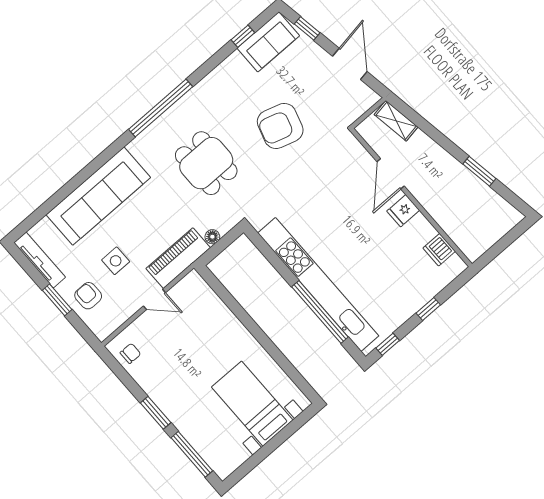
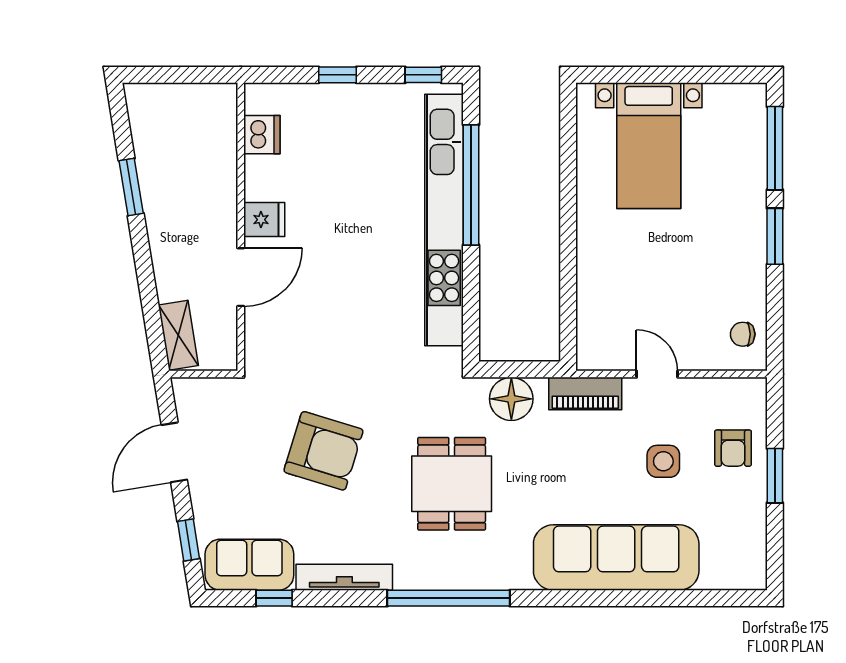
floor lamp: (212, 237) -> (511, 399), width x1.89, depth x1.89
piano: (178, 258) -> (585, 394), width x0.73, depth x0.75
tv unit: (40, 260) -> (344, 577), moved, turned 90

